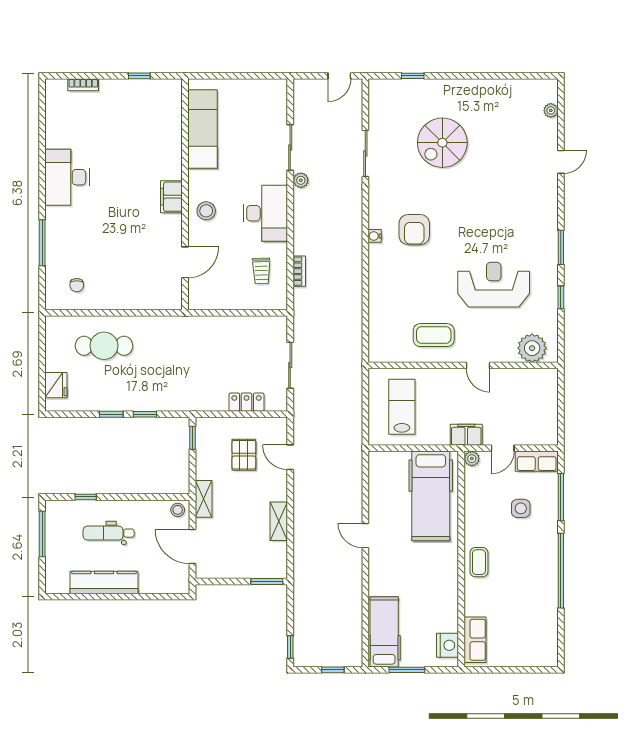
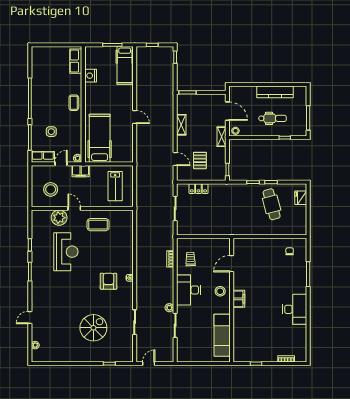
reception desk: (494, 285) -> (66, 252), turned -90
cafe table: (104, 346) -> (272, 204), moved, turned 75
plant: (532, 348) -> (59, 218), moved
stool: (522, 401) -> (51, 189), added
nightstand: (448, 645) -> (91, 76), moved

